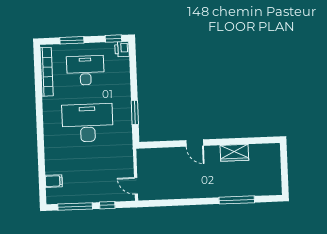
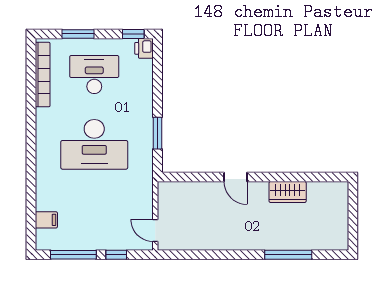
desk: (87, 123) -> (94, 144), turned 180

